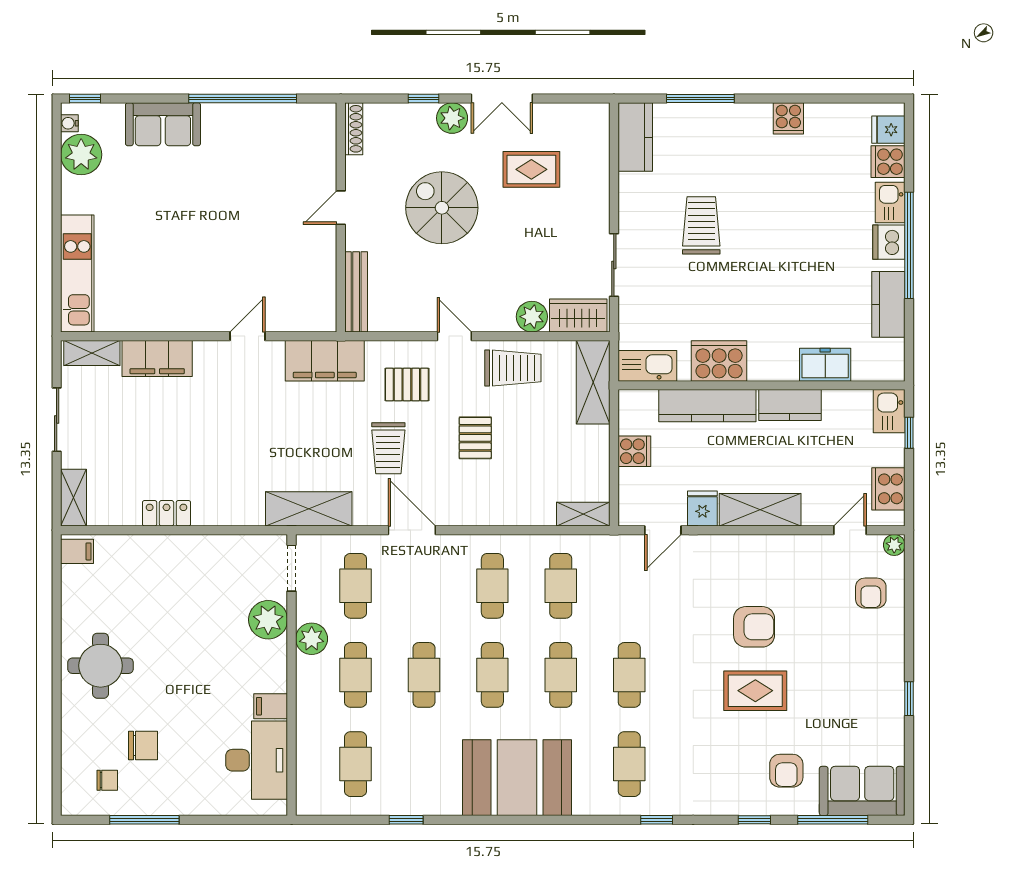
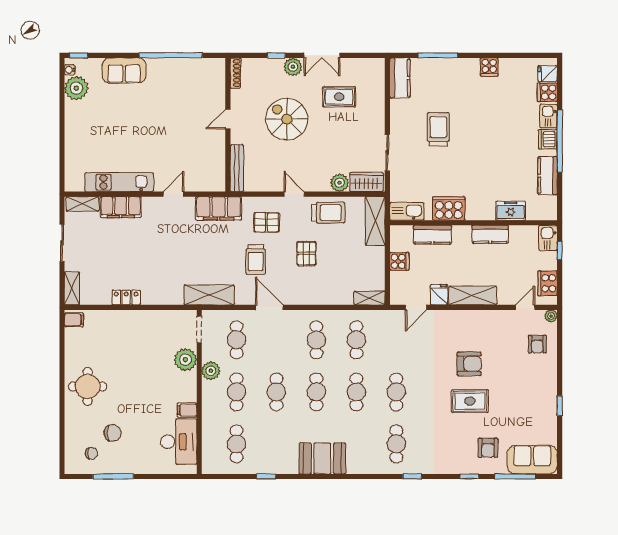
kitchen unit: (77, 273) -> (119, 182), moved, turned -90
kitchen counter: (707, 406) -> (432, 235), width x0.67
booth: (517, 778) -> (322, 458), width x0.73, depth x0.70

